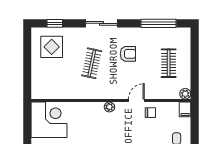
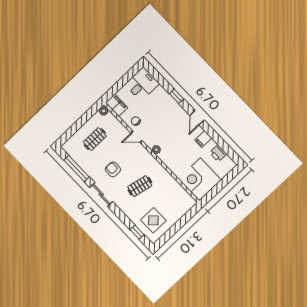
sliding door: (101, 23) -> (101, 194), moved
filing cabinet: (185, 109) -> (117, 105), width x2.00

